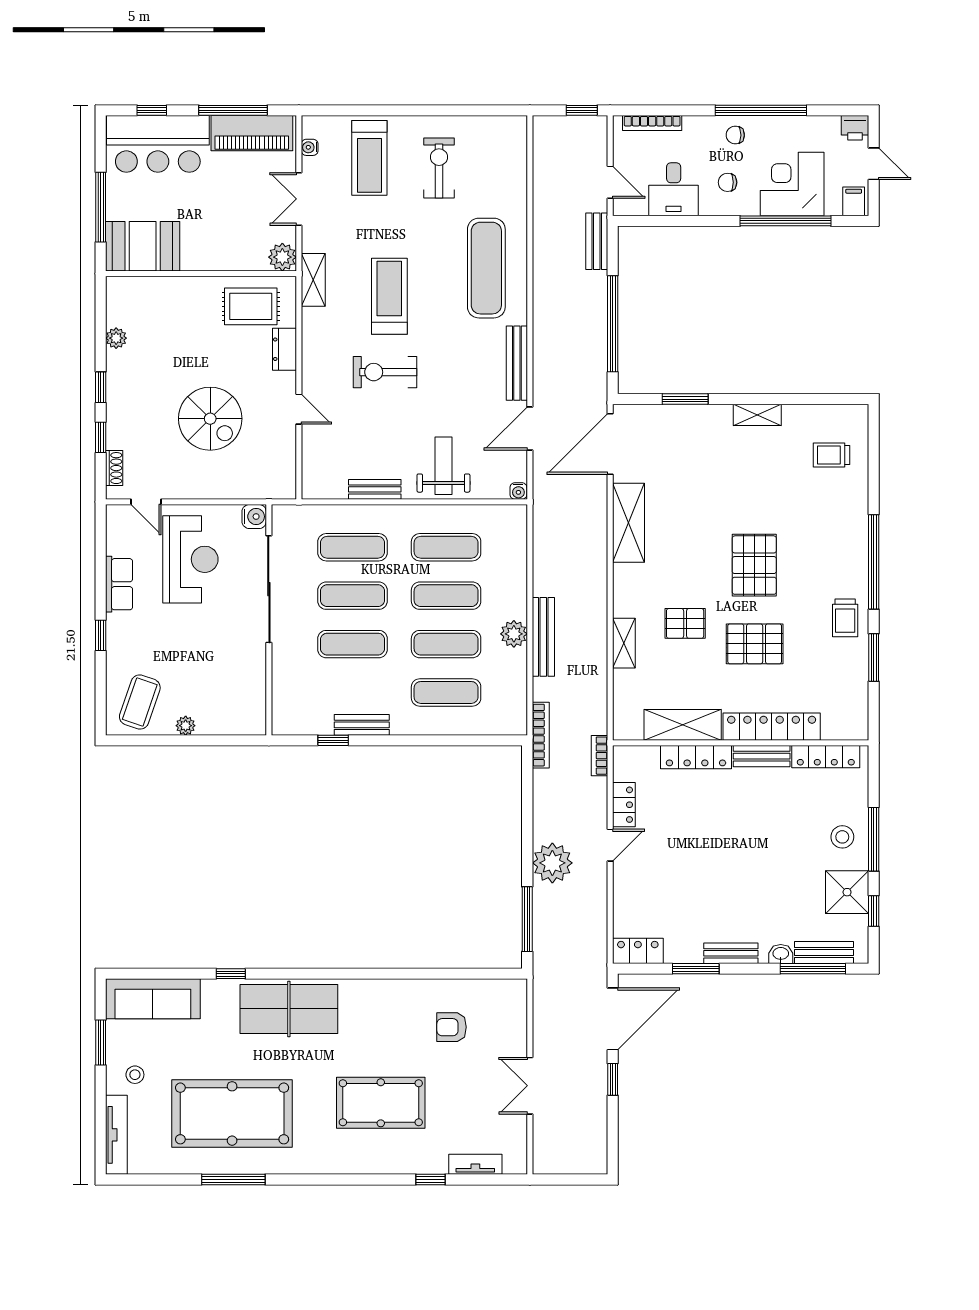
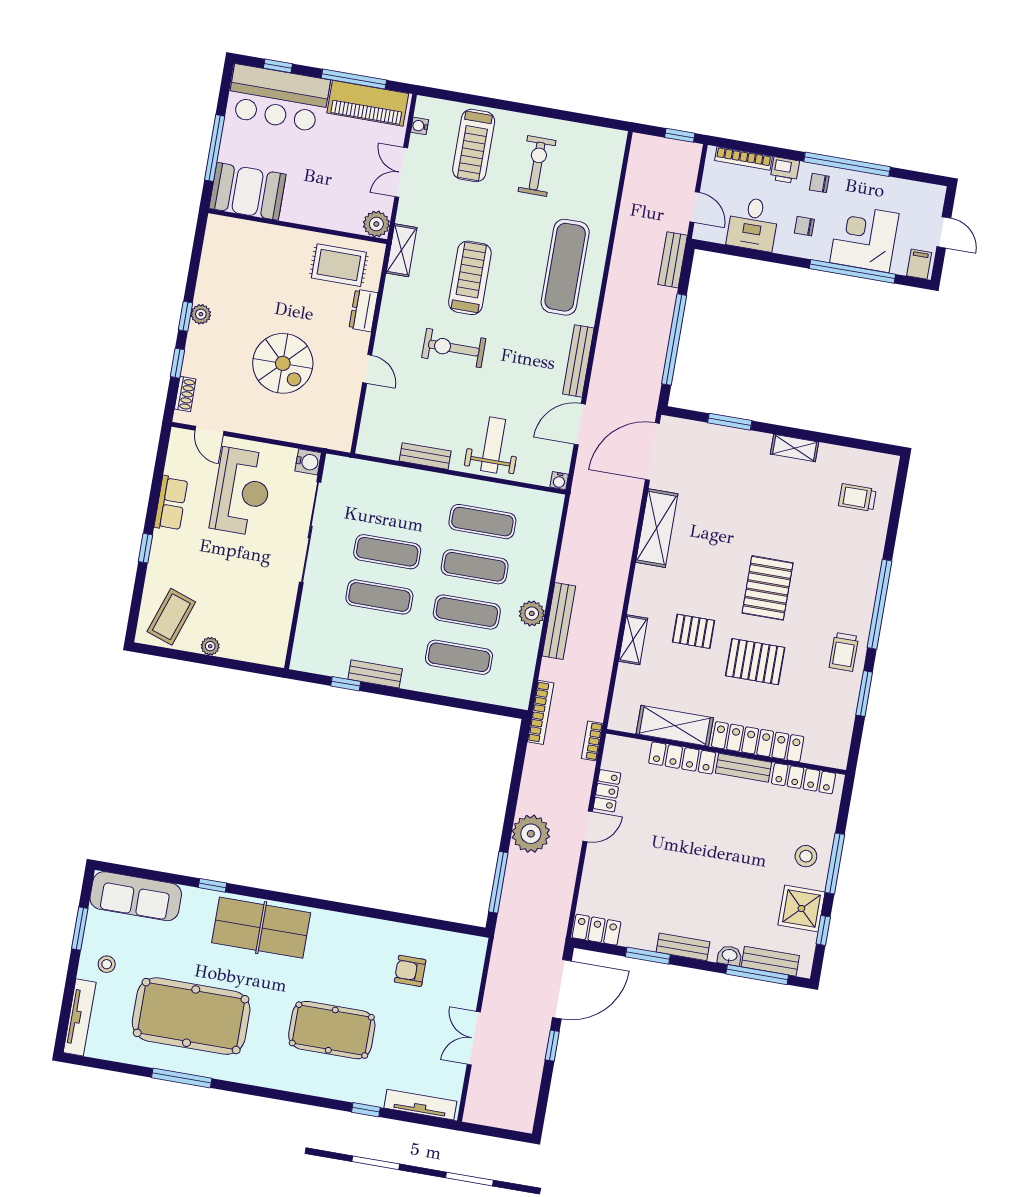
printer: (855, 128) -> (785, 170), moved
plant: (116, 338) -> (201, 314), moved
exercise mat: (353, 547) -> (395, 506), removed
tv unit: (475, 1164) -> (420, 1105), width x1.41

